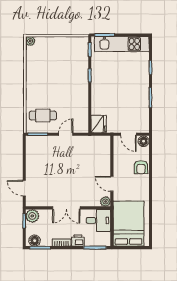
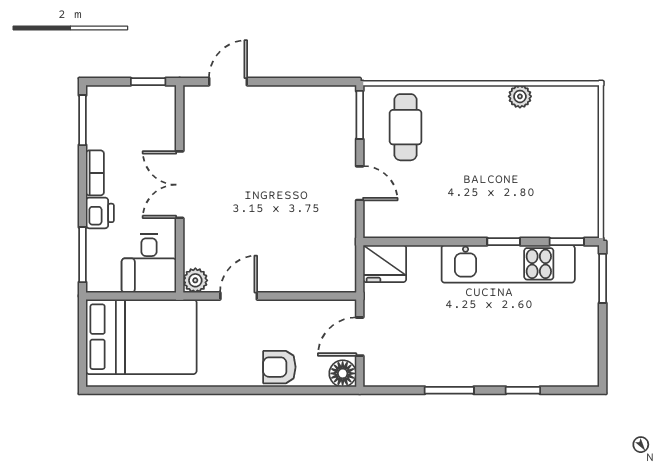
plant: (30, 41) -> (520, 96), moved
kitchen unit: (122, 44) -> (508, 264), moved, turned -90
plant: (32, 216) -> (160, 101), removed
floor lamp: (35, 241) -> (100, 107), removed

